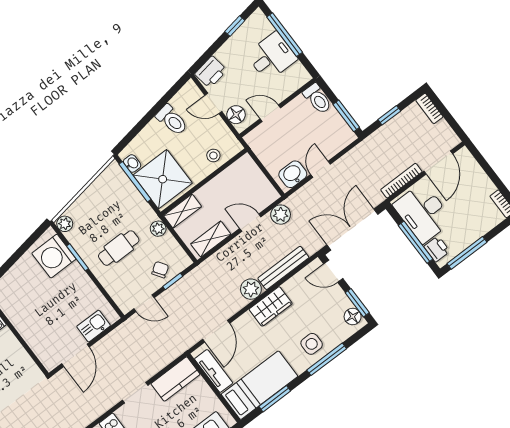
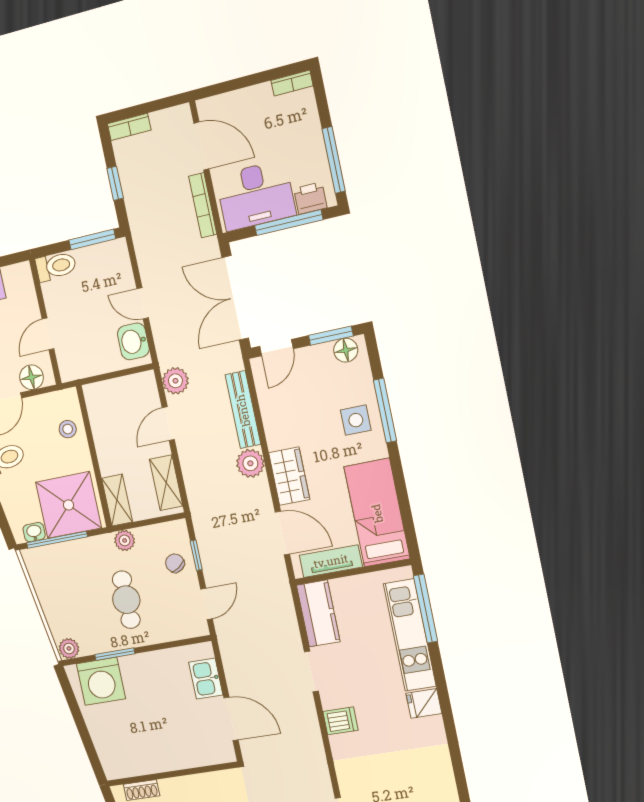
wardrobe: (271, 306) -> (289, 476), moved
window: (275, 399) -> (404, 502), removed

